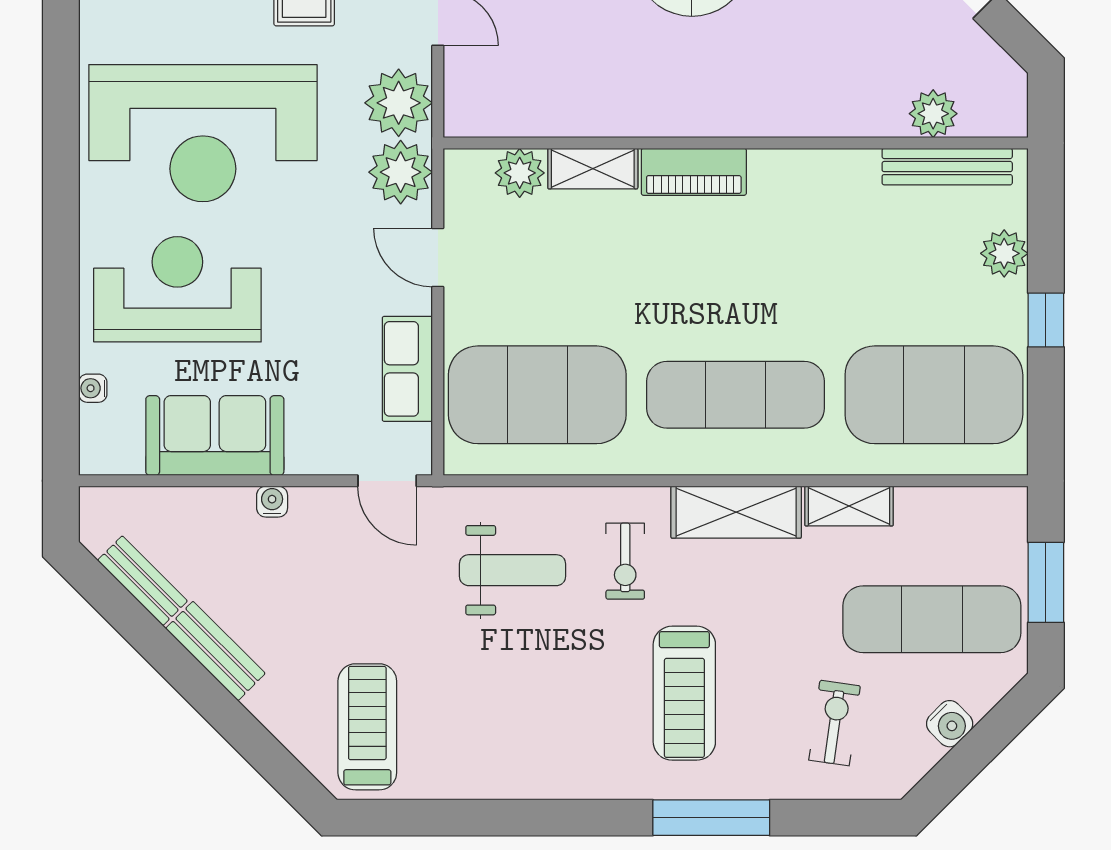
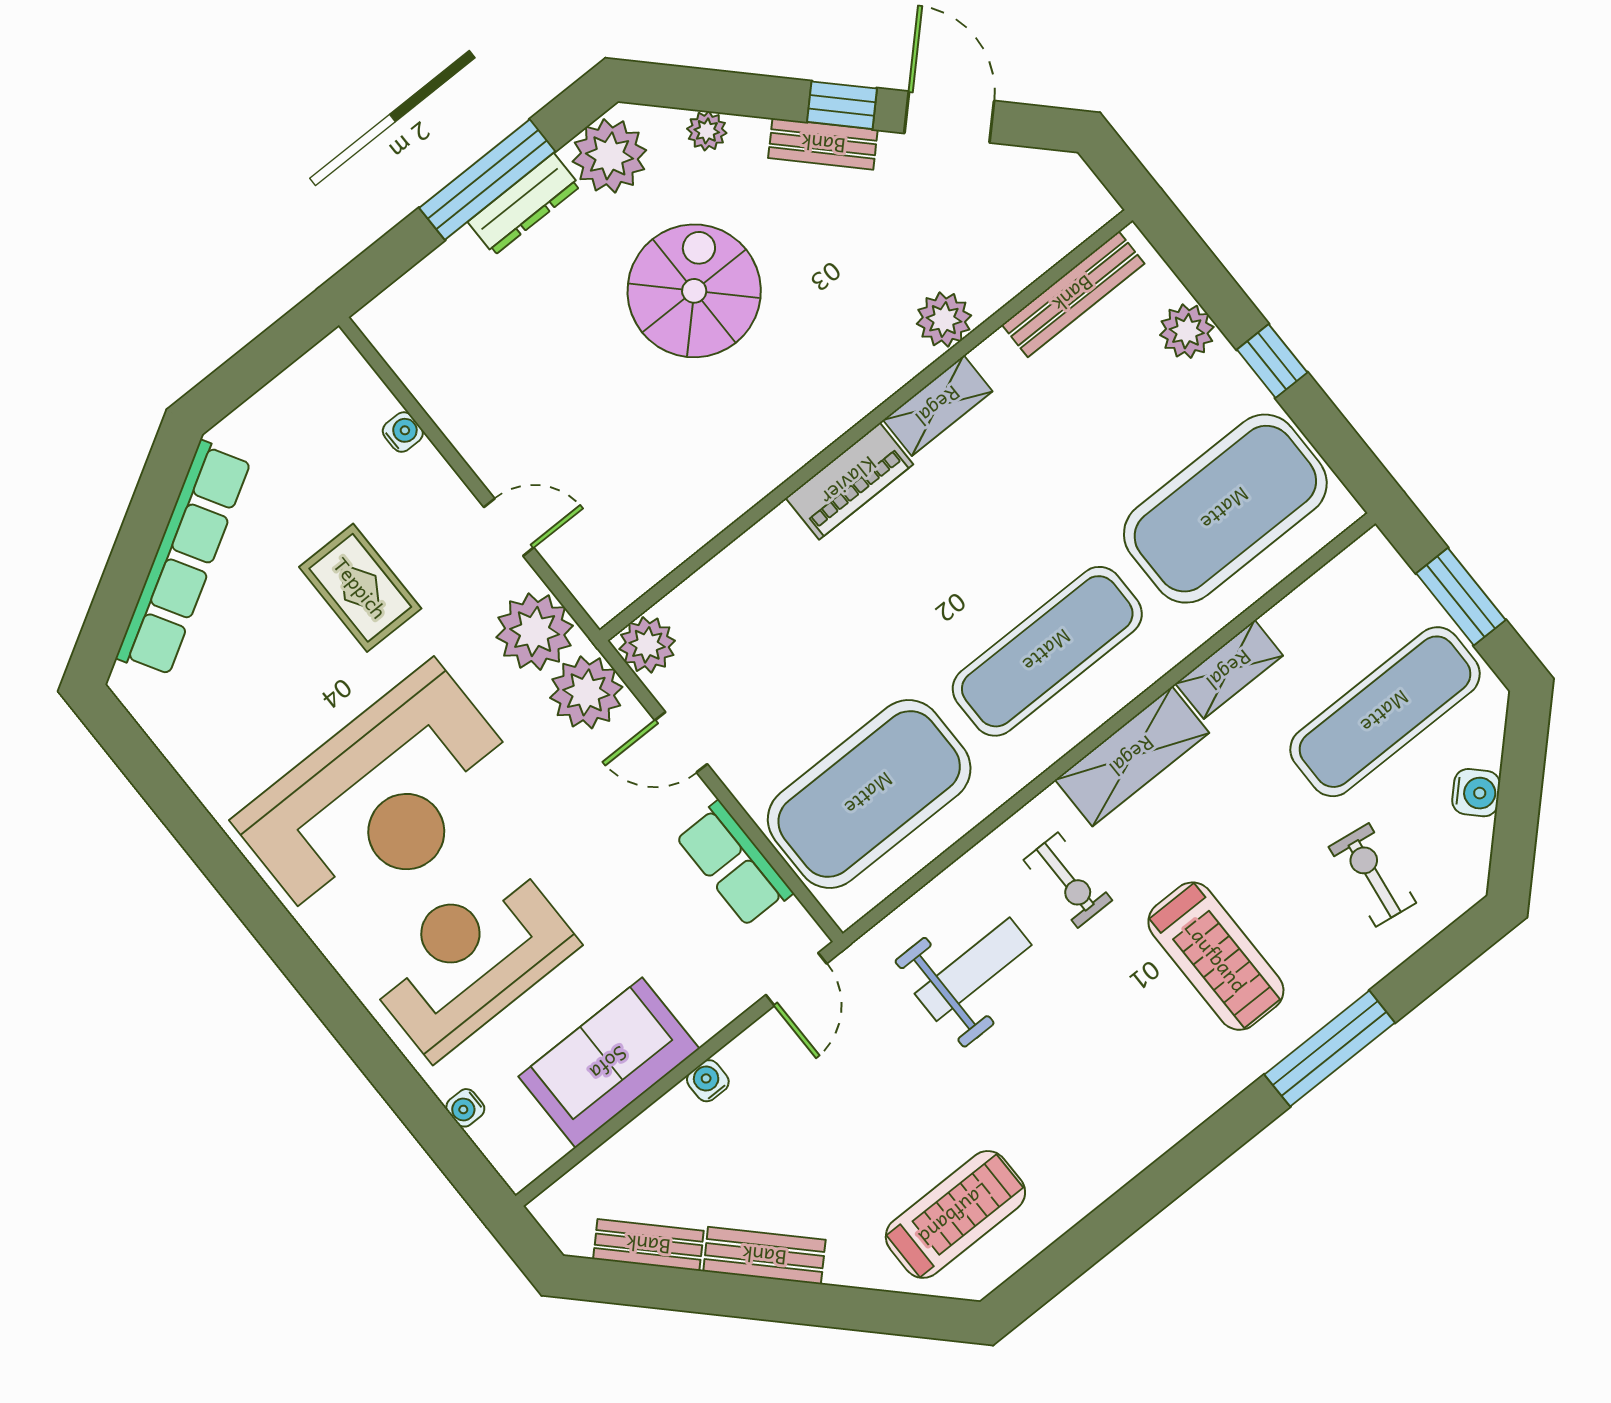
plant: (933, 114) -> (944, 320), moved
shelving: (593, 169) -> (938, 406), moved
plant: (520, 173) -> (647, 645), moved
door: (387, 481) -> (796, 979), hinge flipped
treadmill: (367, 727) -> (955, 1214), turned 90

